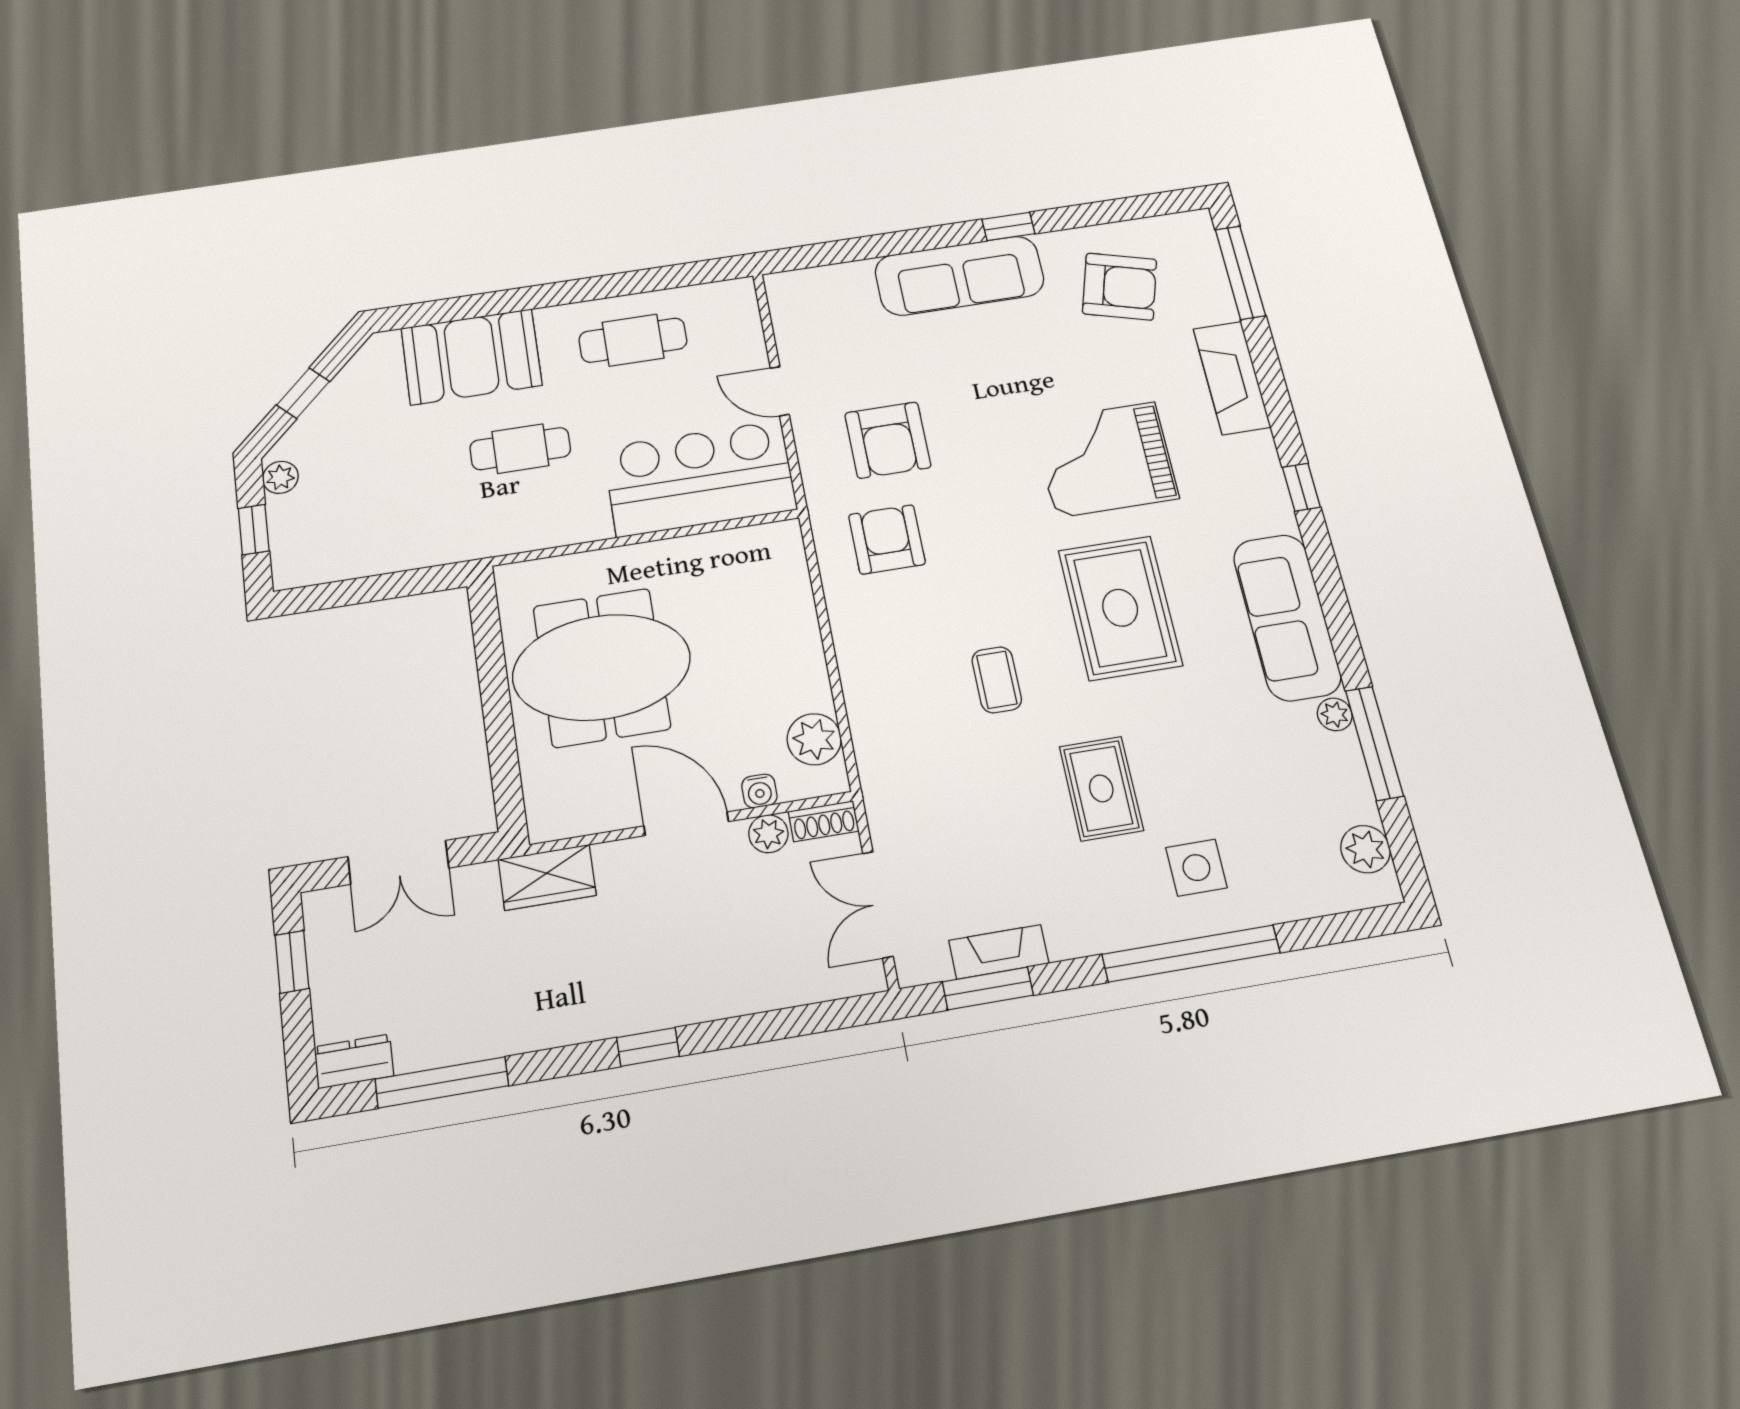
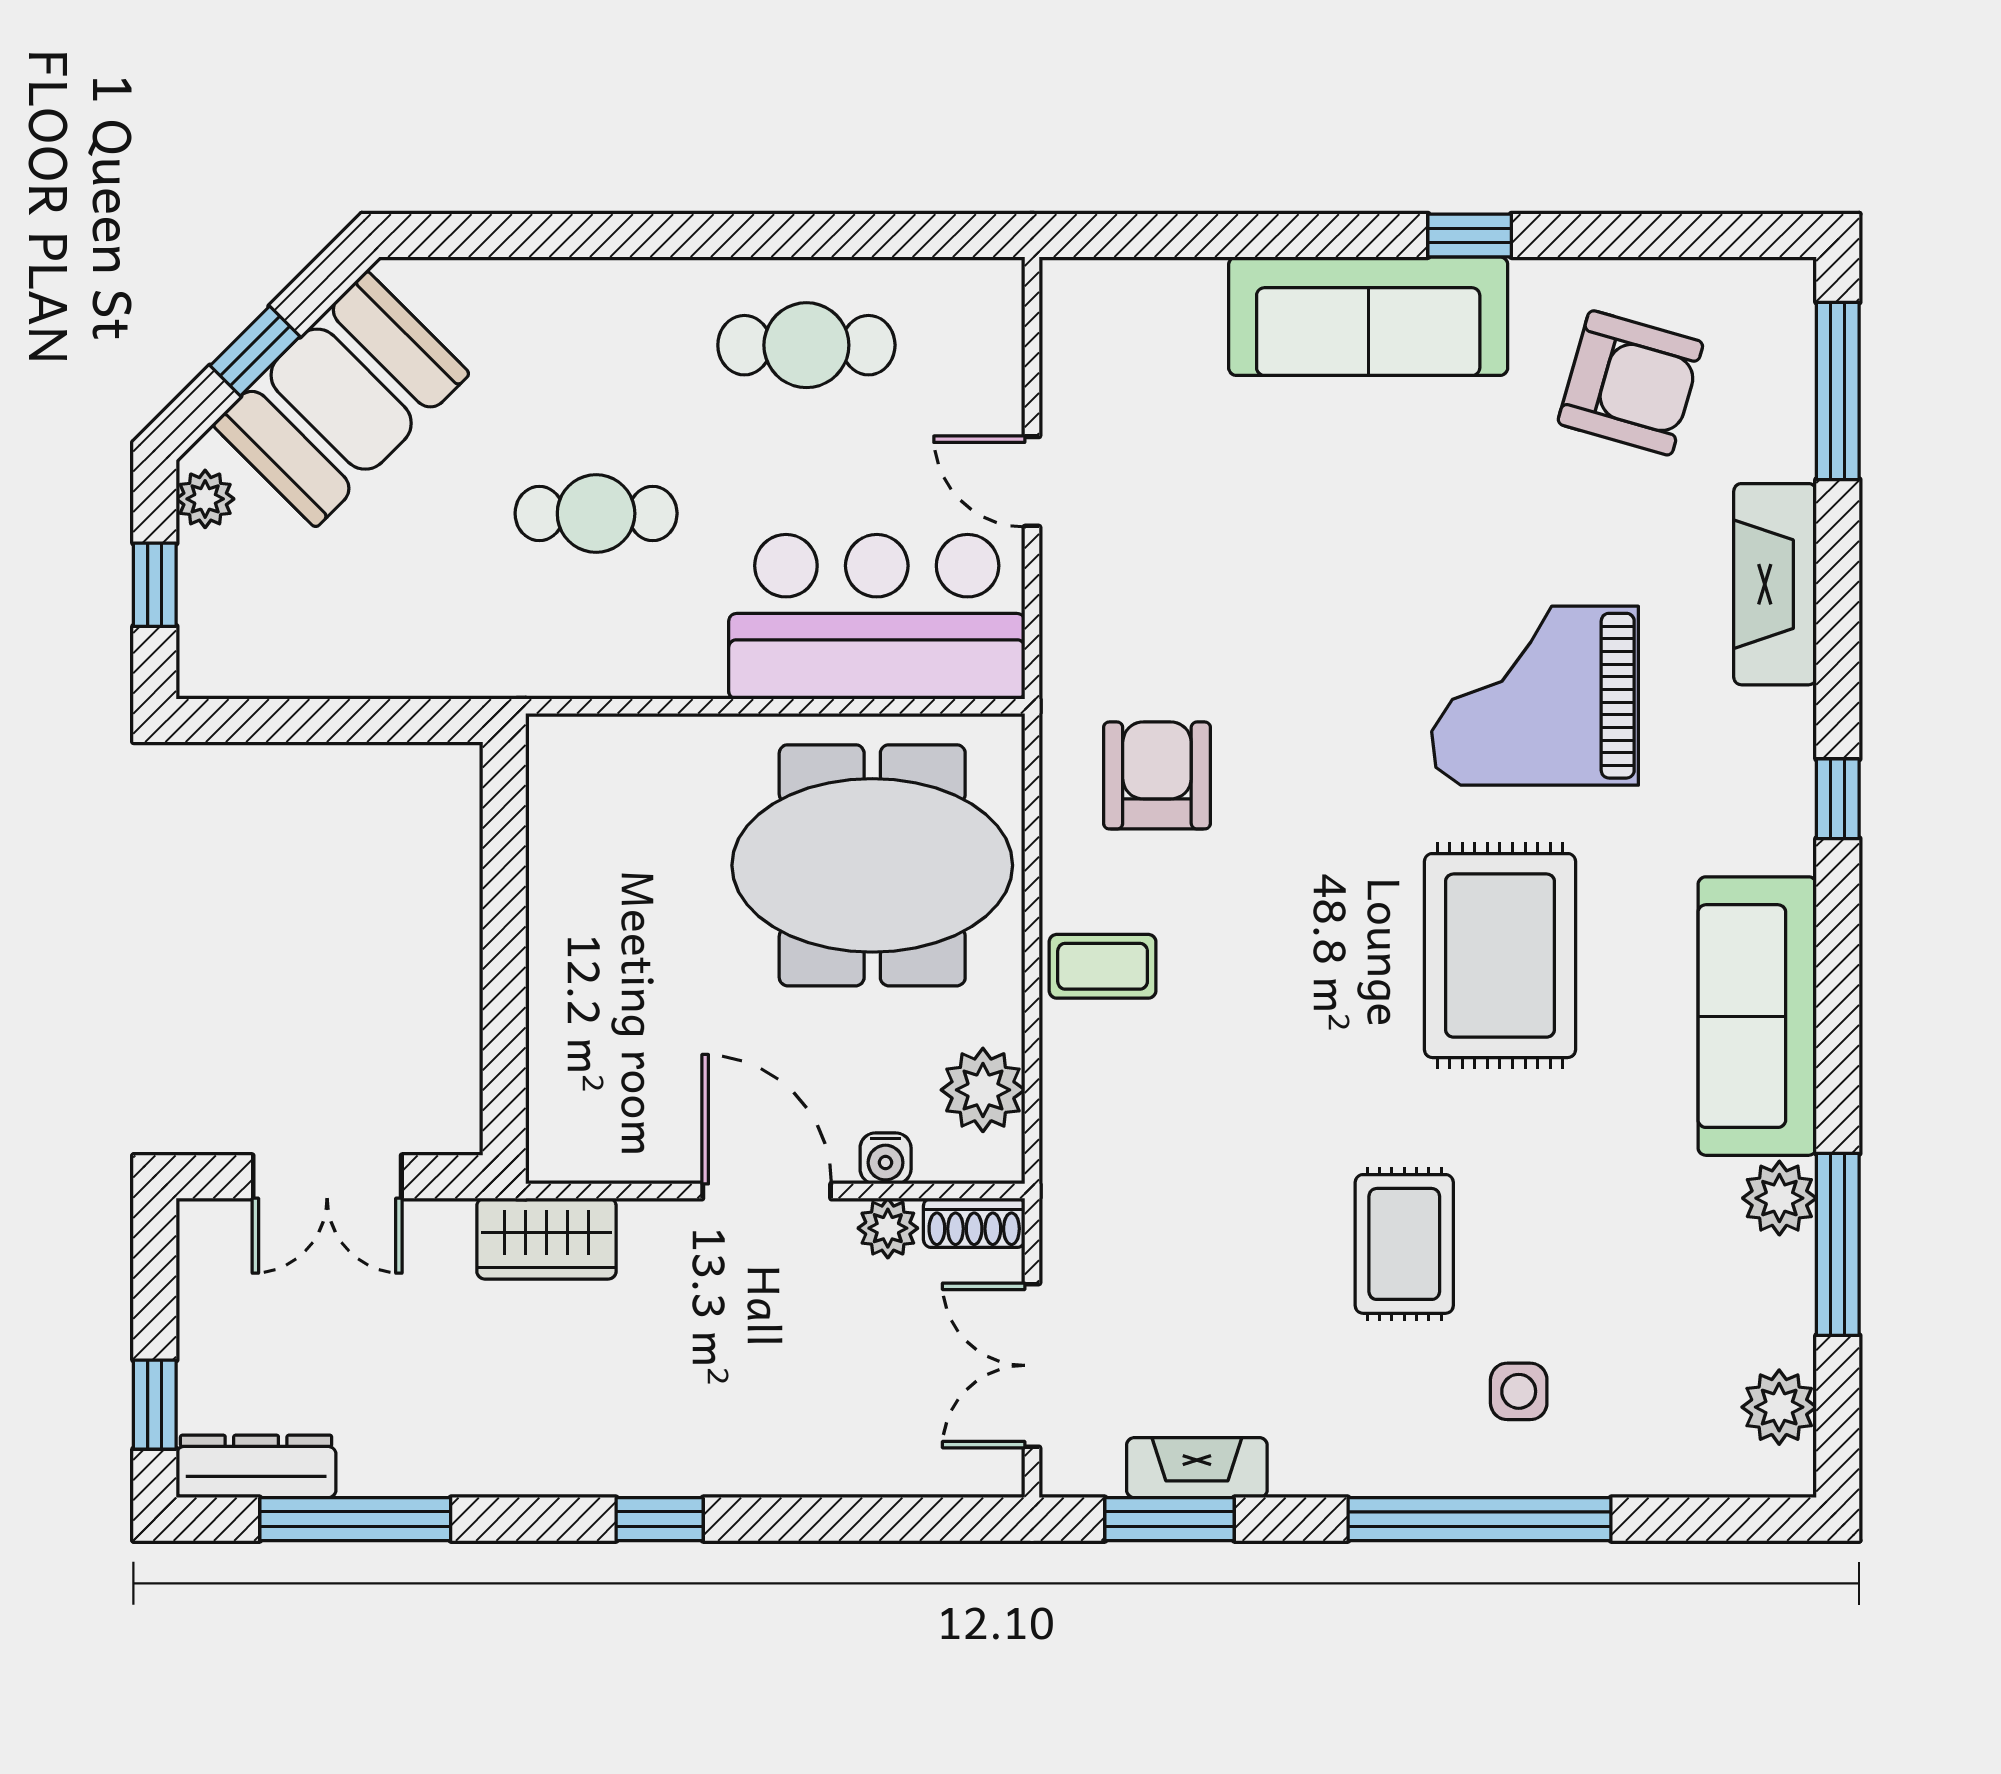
booth: (471, 357) -> (341, 399), moved, turned -45
armchair: (888, 440) -> (1191, 601), removed
meeting table: (601, 667) -> (872, 865), moved
coffee table: (997, 680) -> (1103, 966), moved, turned 90
plant: (1335, 714) -> (1779, 1198), width x1.38, depth x1.38
side table: (1196, 868) -> (1519, 1391), width x0.73, depth x0.73
window: (292, 962) -> (155, 1405), moved
dresser: (354, 1061) -> (256, 1466), width x1.44

